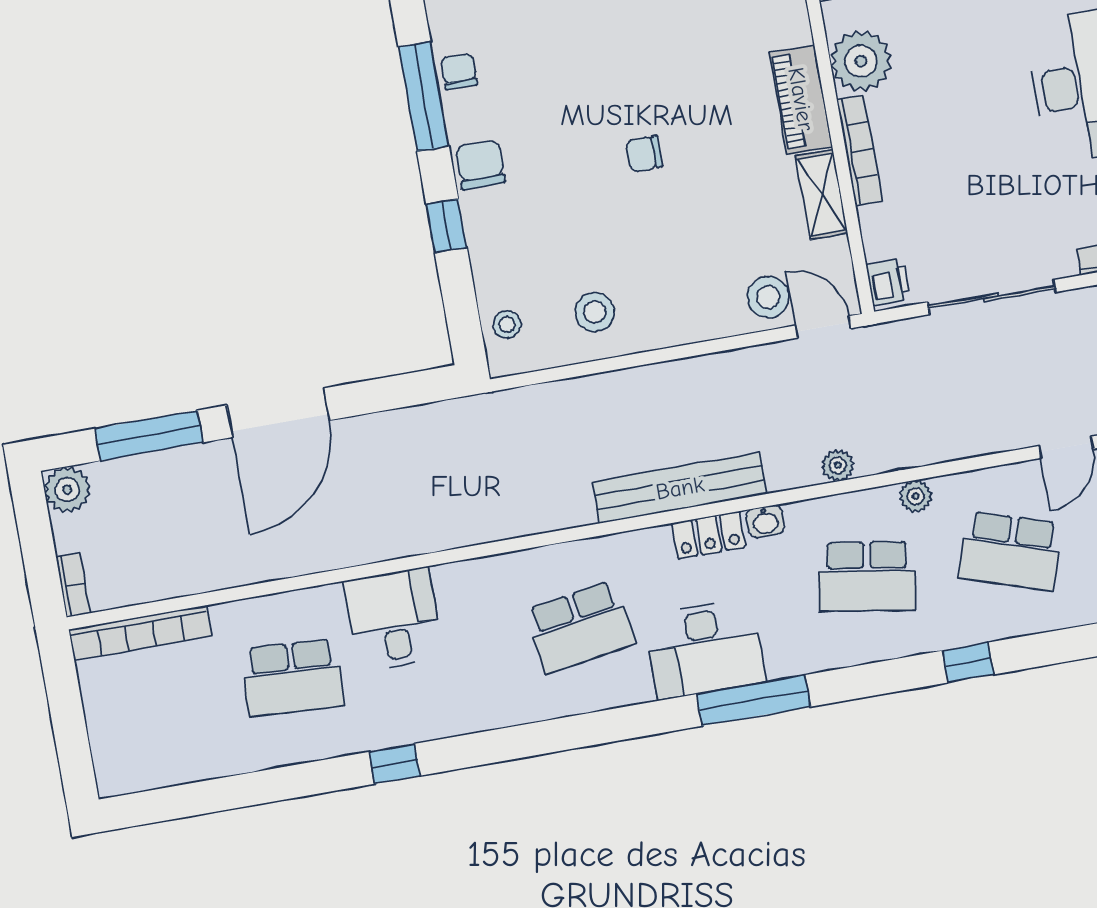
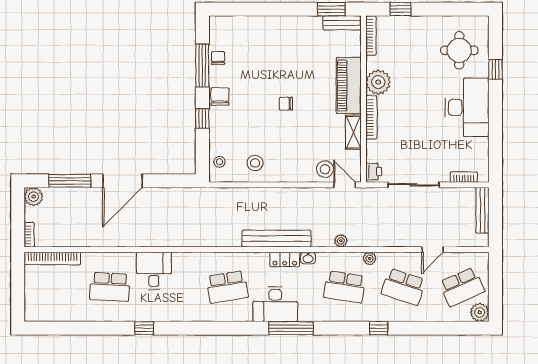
piano: (801, 99) -> (349, 86), width x1.37, depth x1.33

